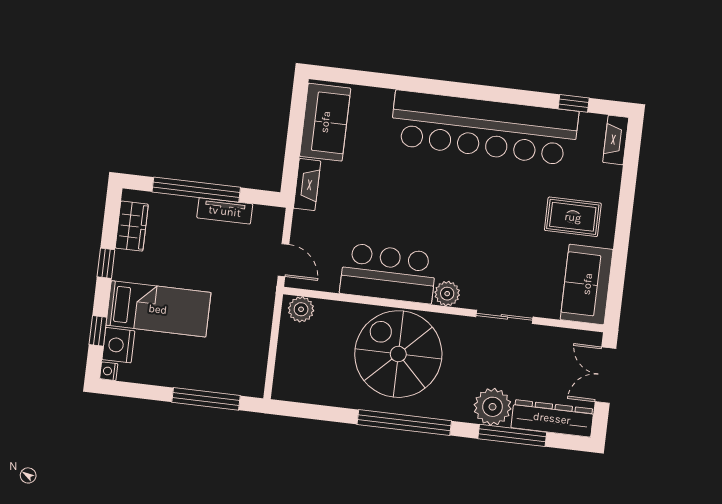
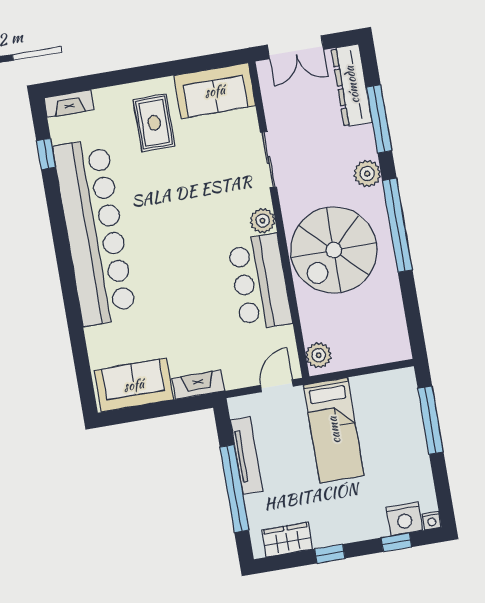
tv unit: (225, 211) -> (246, 455), width x1.41
bed: (158, 309) -> (334, 430), moved, turned 180
plant: (493, 407) -> (367, 174), moved, width x0.73, depth x0.73

